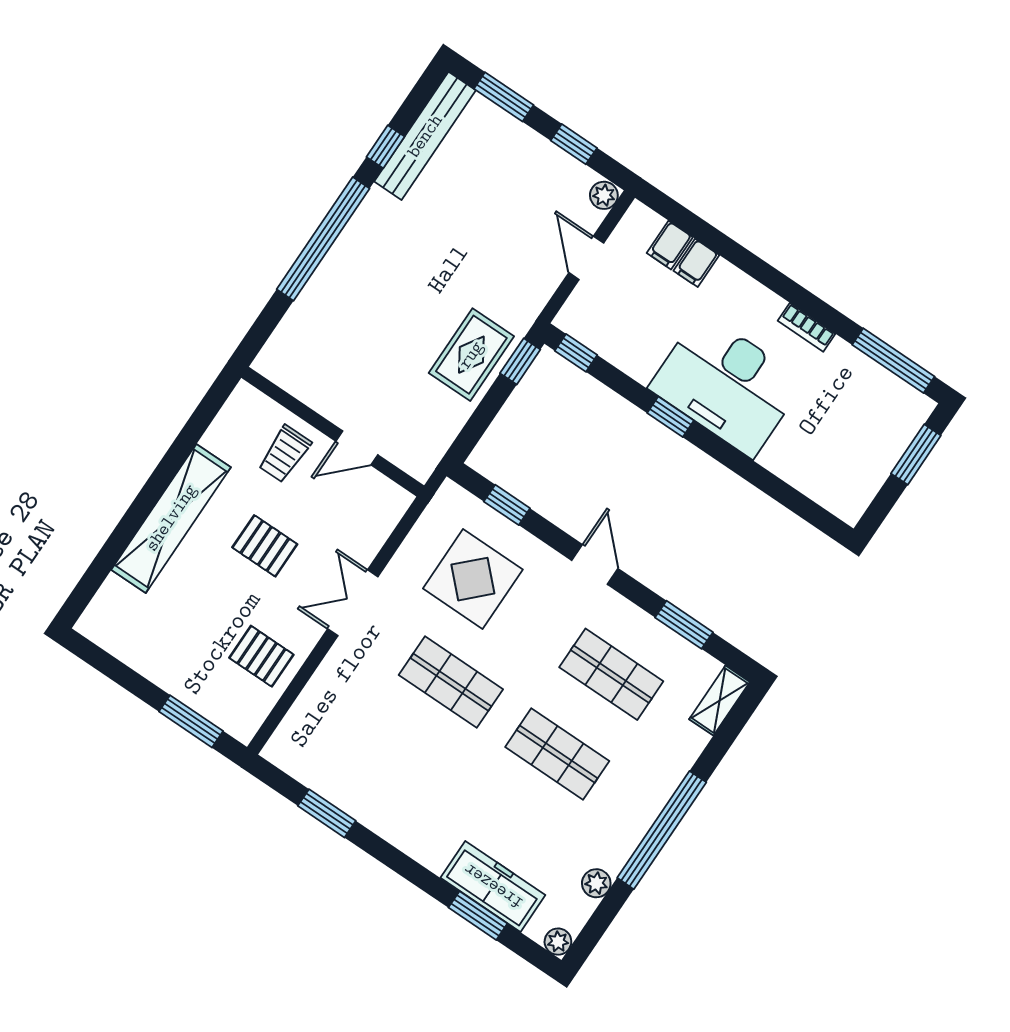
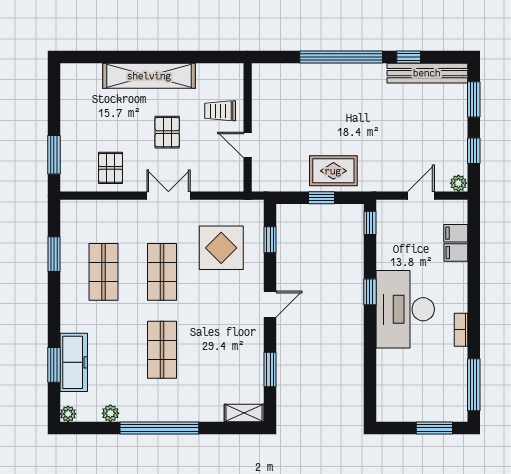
window: (520, 361) -> (321, 198), moved
shop shelf: (611, 674) -> (103, 272), moved

